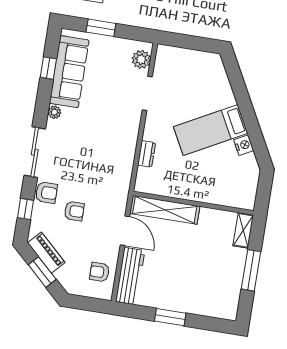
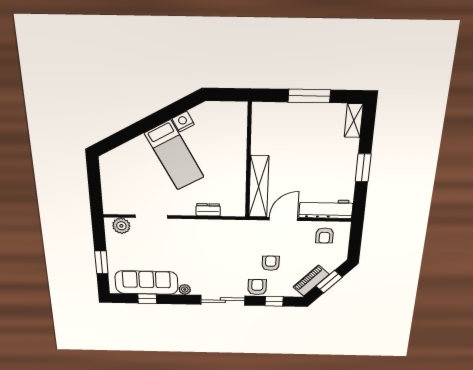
shelving: (243, 230) -> (354, 121), moved, turned 90

